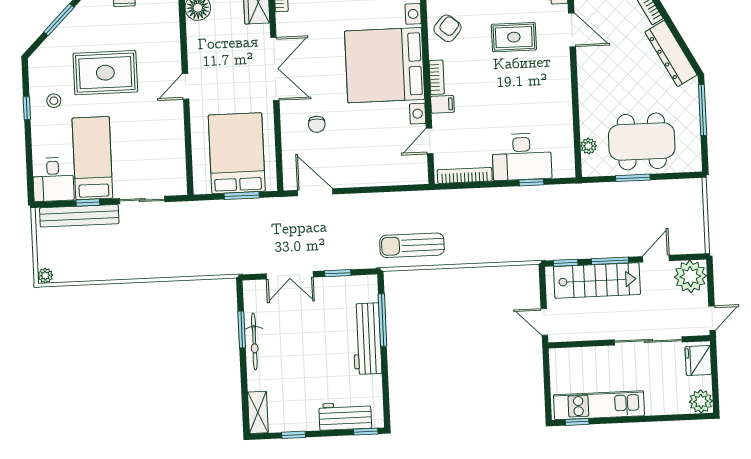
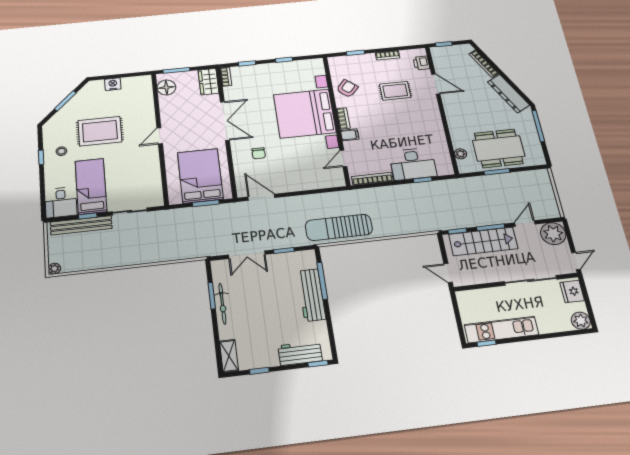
sun lounger: (412, 245) -> (339, 227), width x1.36, depth x1.34

